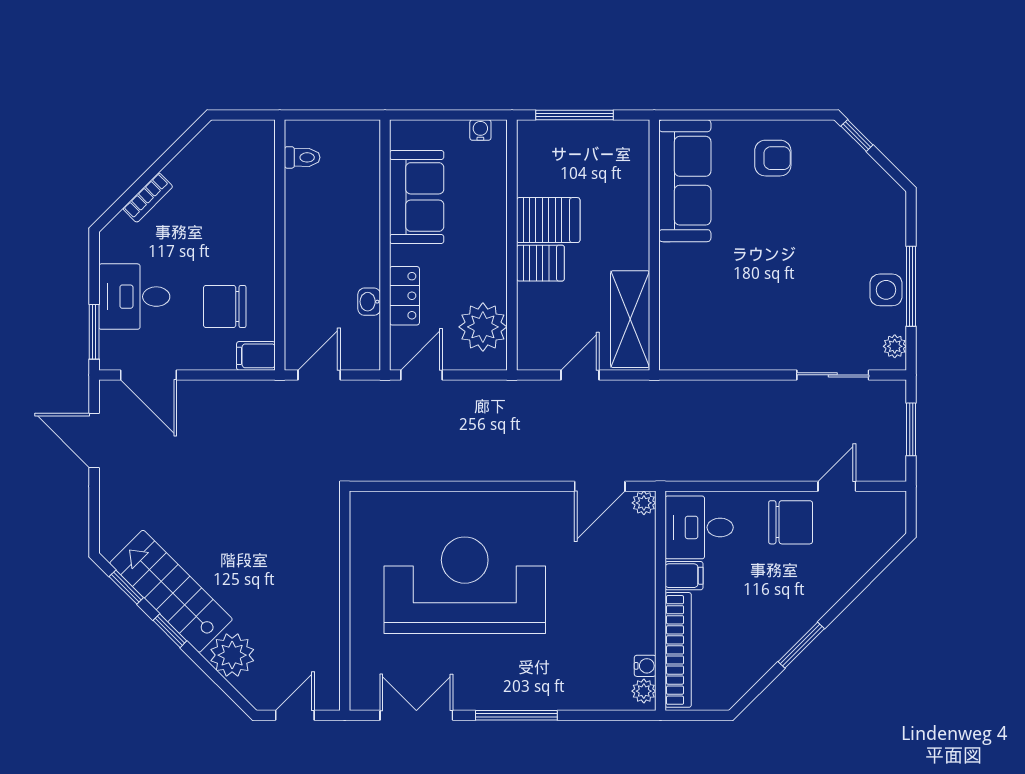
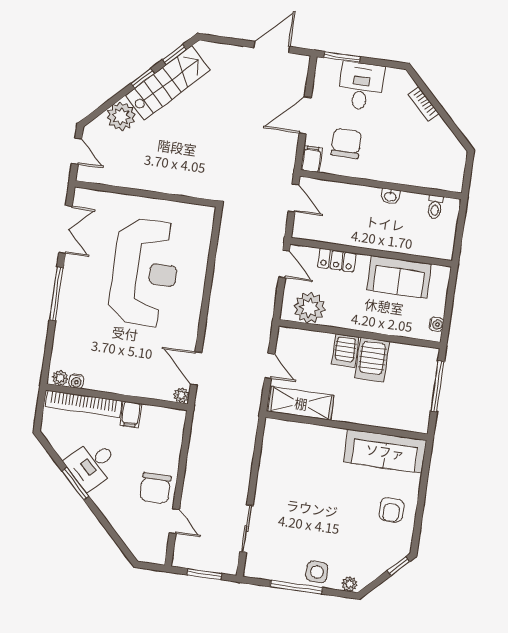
side table: (886, 290) -> (317, 572), moved
washbasin: (369, 302) -> (390, 196), moved, turned 180
plant: (895, 346) -> (350, 584), moved
door: (149, 375) -> (305, 115), moved
desk: (699, 527) -> (92, 464), moved, turned -135

